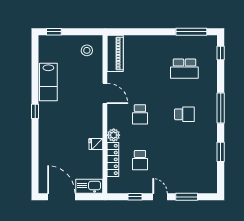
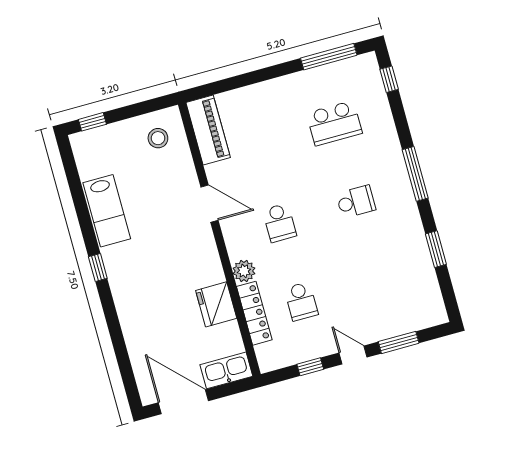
fridge: (96, 144) -> (216, 304), width x1.88, depth x1.34

